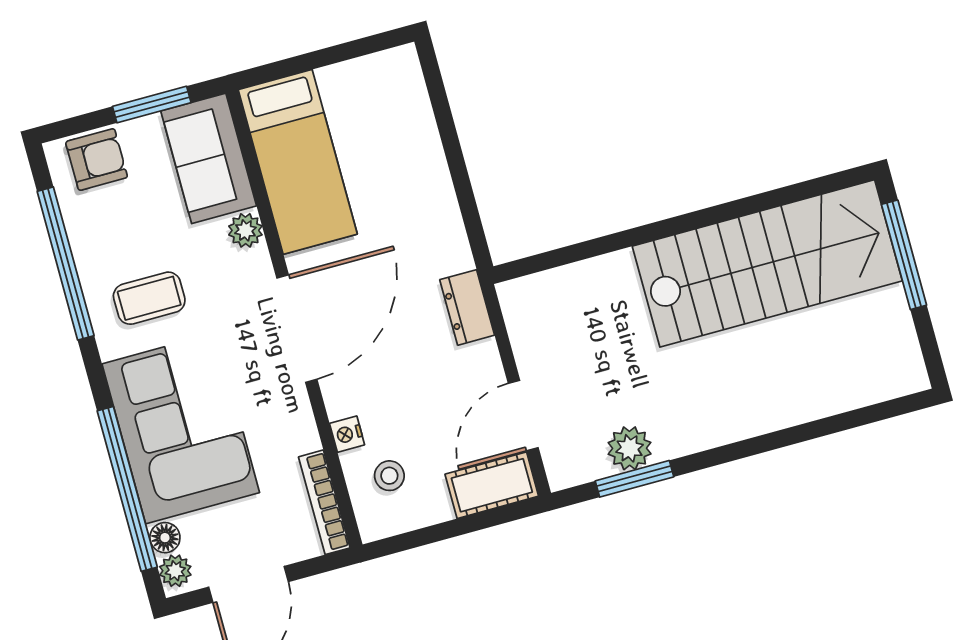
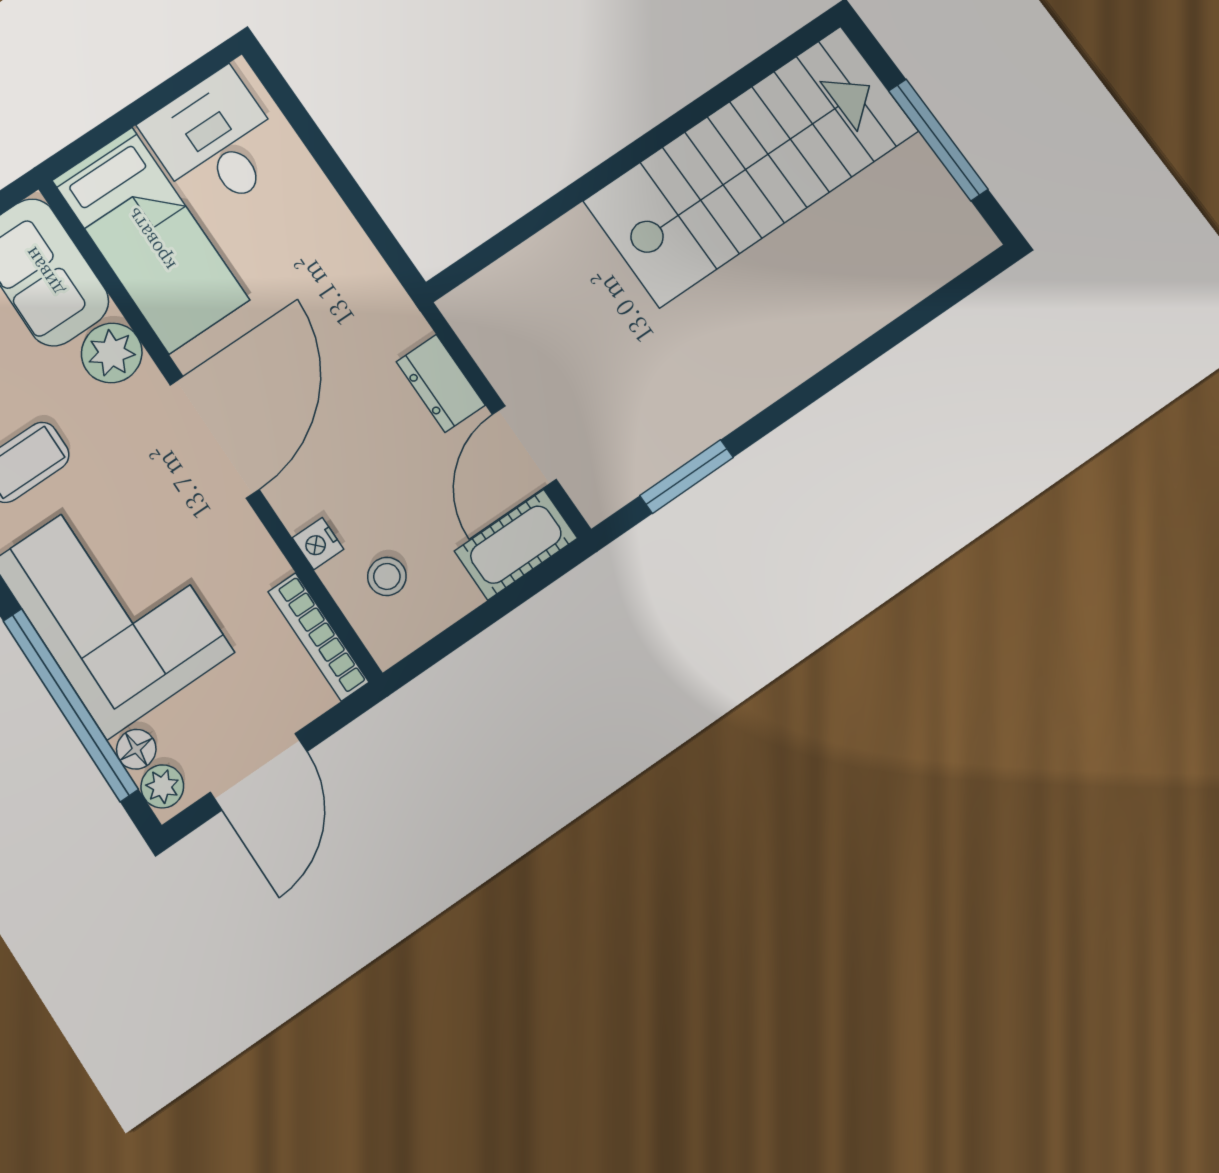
desk: (372, 104) -> (216, 142), added
plant: (245, 230) -> (112, 353), width x1.38, depth x1.38
window: (904, 255) -> (938, 140), moved
dresser: (467, 307) -> (441, 383), moved
plant: (630, 448) -> (667, 442), removed

